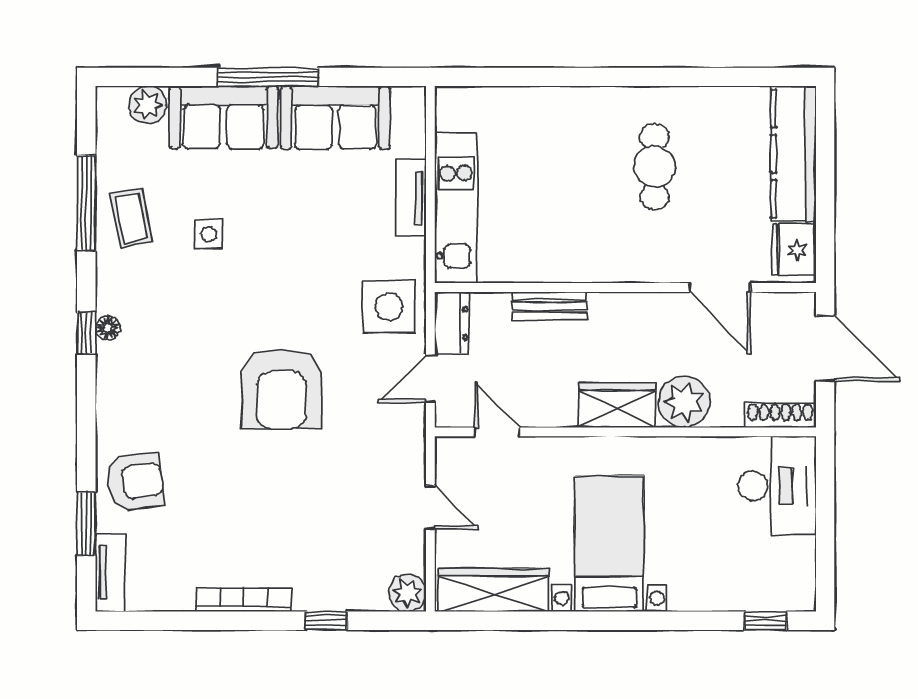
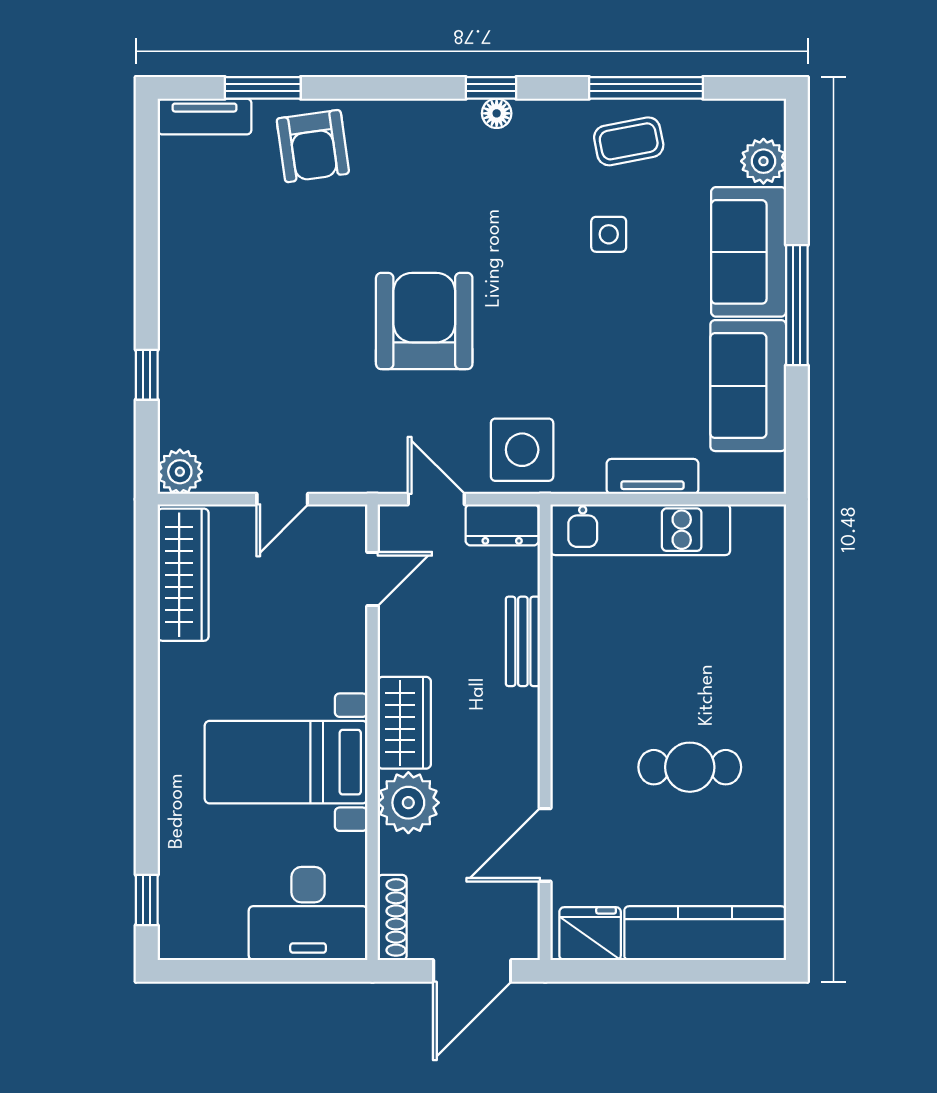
armchair: (281, 389) -> (424, 321), turned 90
bed with nightstands: (609, 544) -> (286, 762), moved, turned 180
bookcase: (243, 600) -> (172, 276), removed

